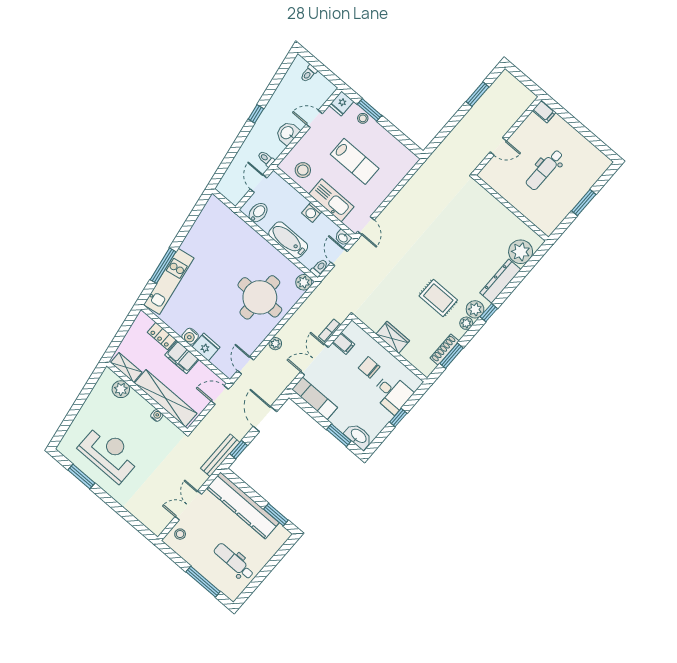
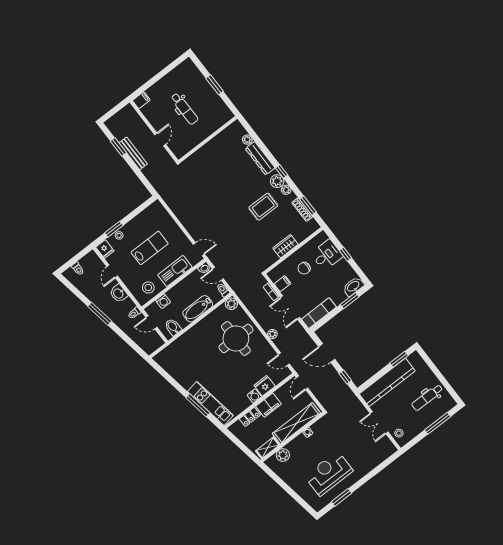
window: (256, 114) -> (100, 314), width x2.17
washing machine: (312, 212) -> (163, 301), moved
plant: (521, 252) -> (247, 140), width x0.53, depth x0.53
bench: (220, 455) -> (133, 153), moved

